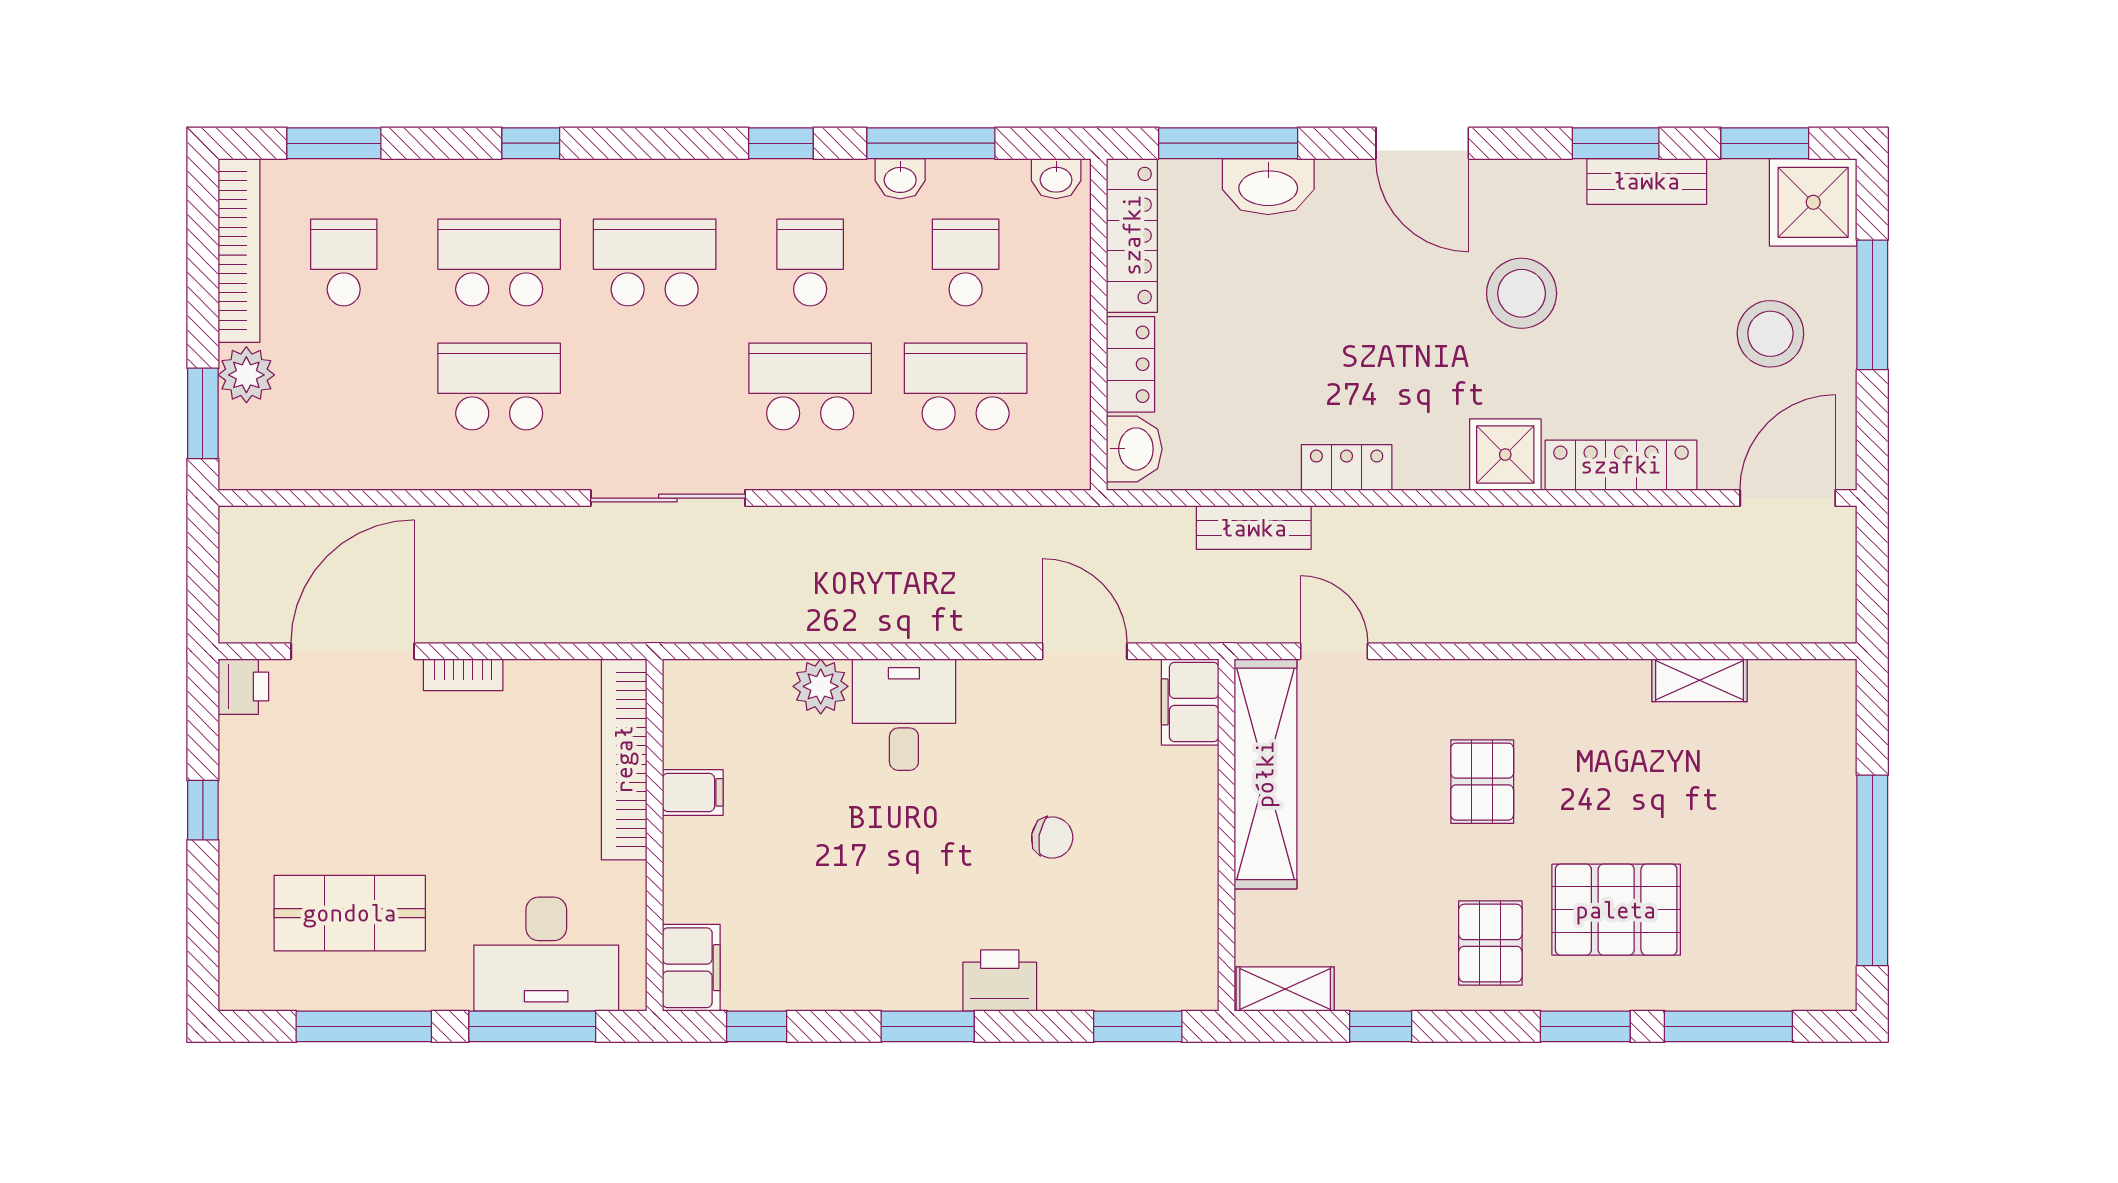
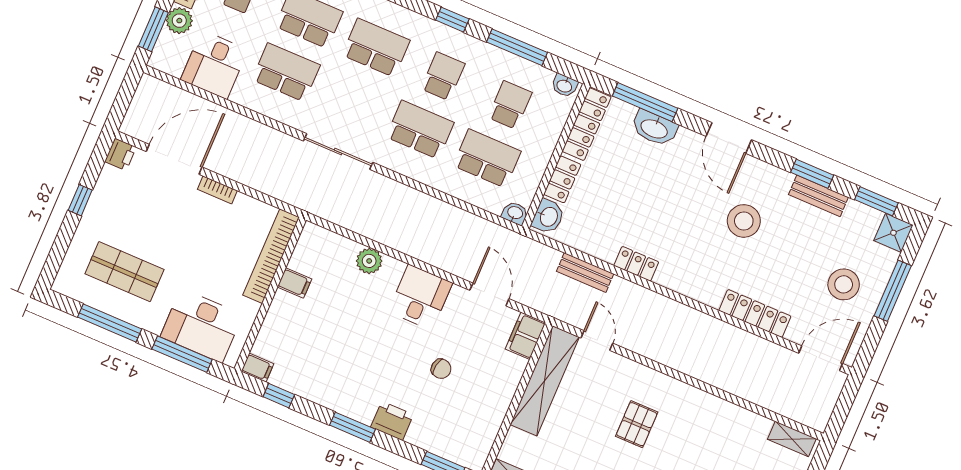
washbasin: (900, 179) -> (515, 213), moved, turned 180
shower: (1813, 202) -> (893, 233), width x0.73, depth x0.73
desk: (352, 432) -> (214, 65), added
shower: (1505, 455) -> (707, 288), removed
shelving: (1699, 680) -> (792, 439), moved
desk: (904, 715) -> (420, 297), moved
filing cabinet: (691, 968) -> (257, 368), width x0.50

